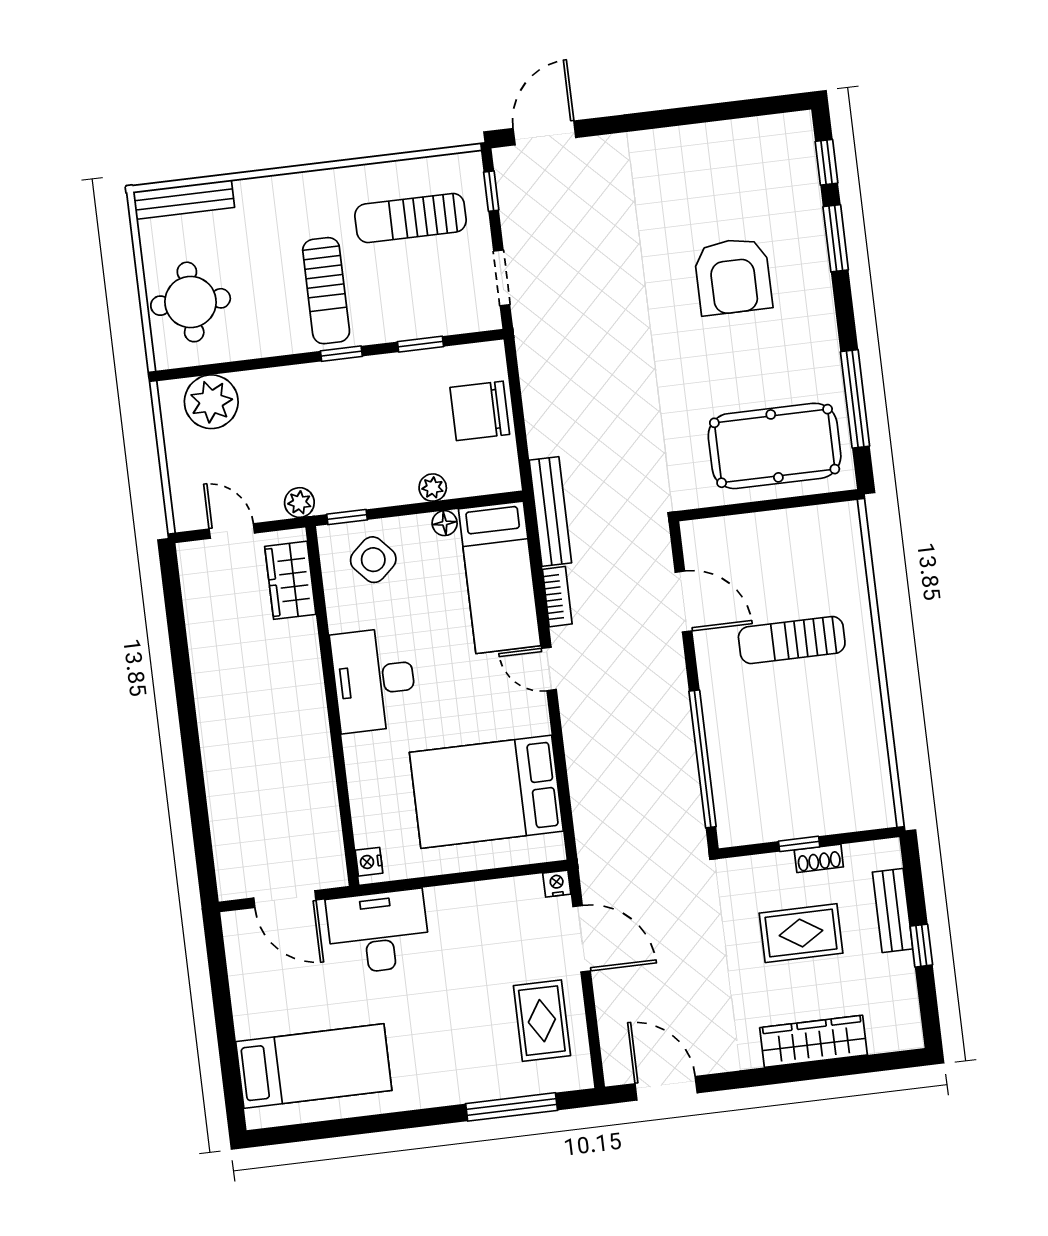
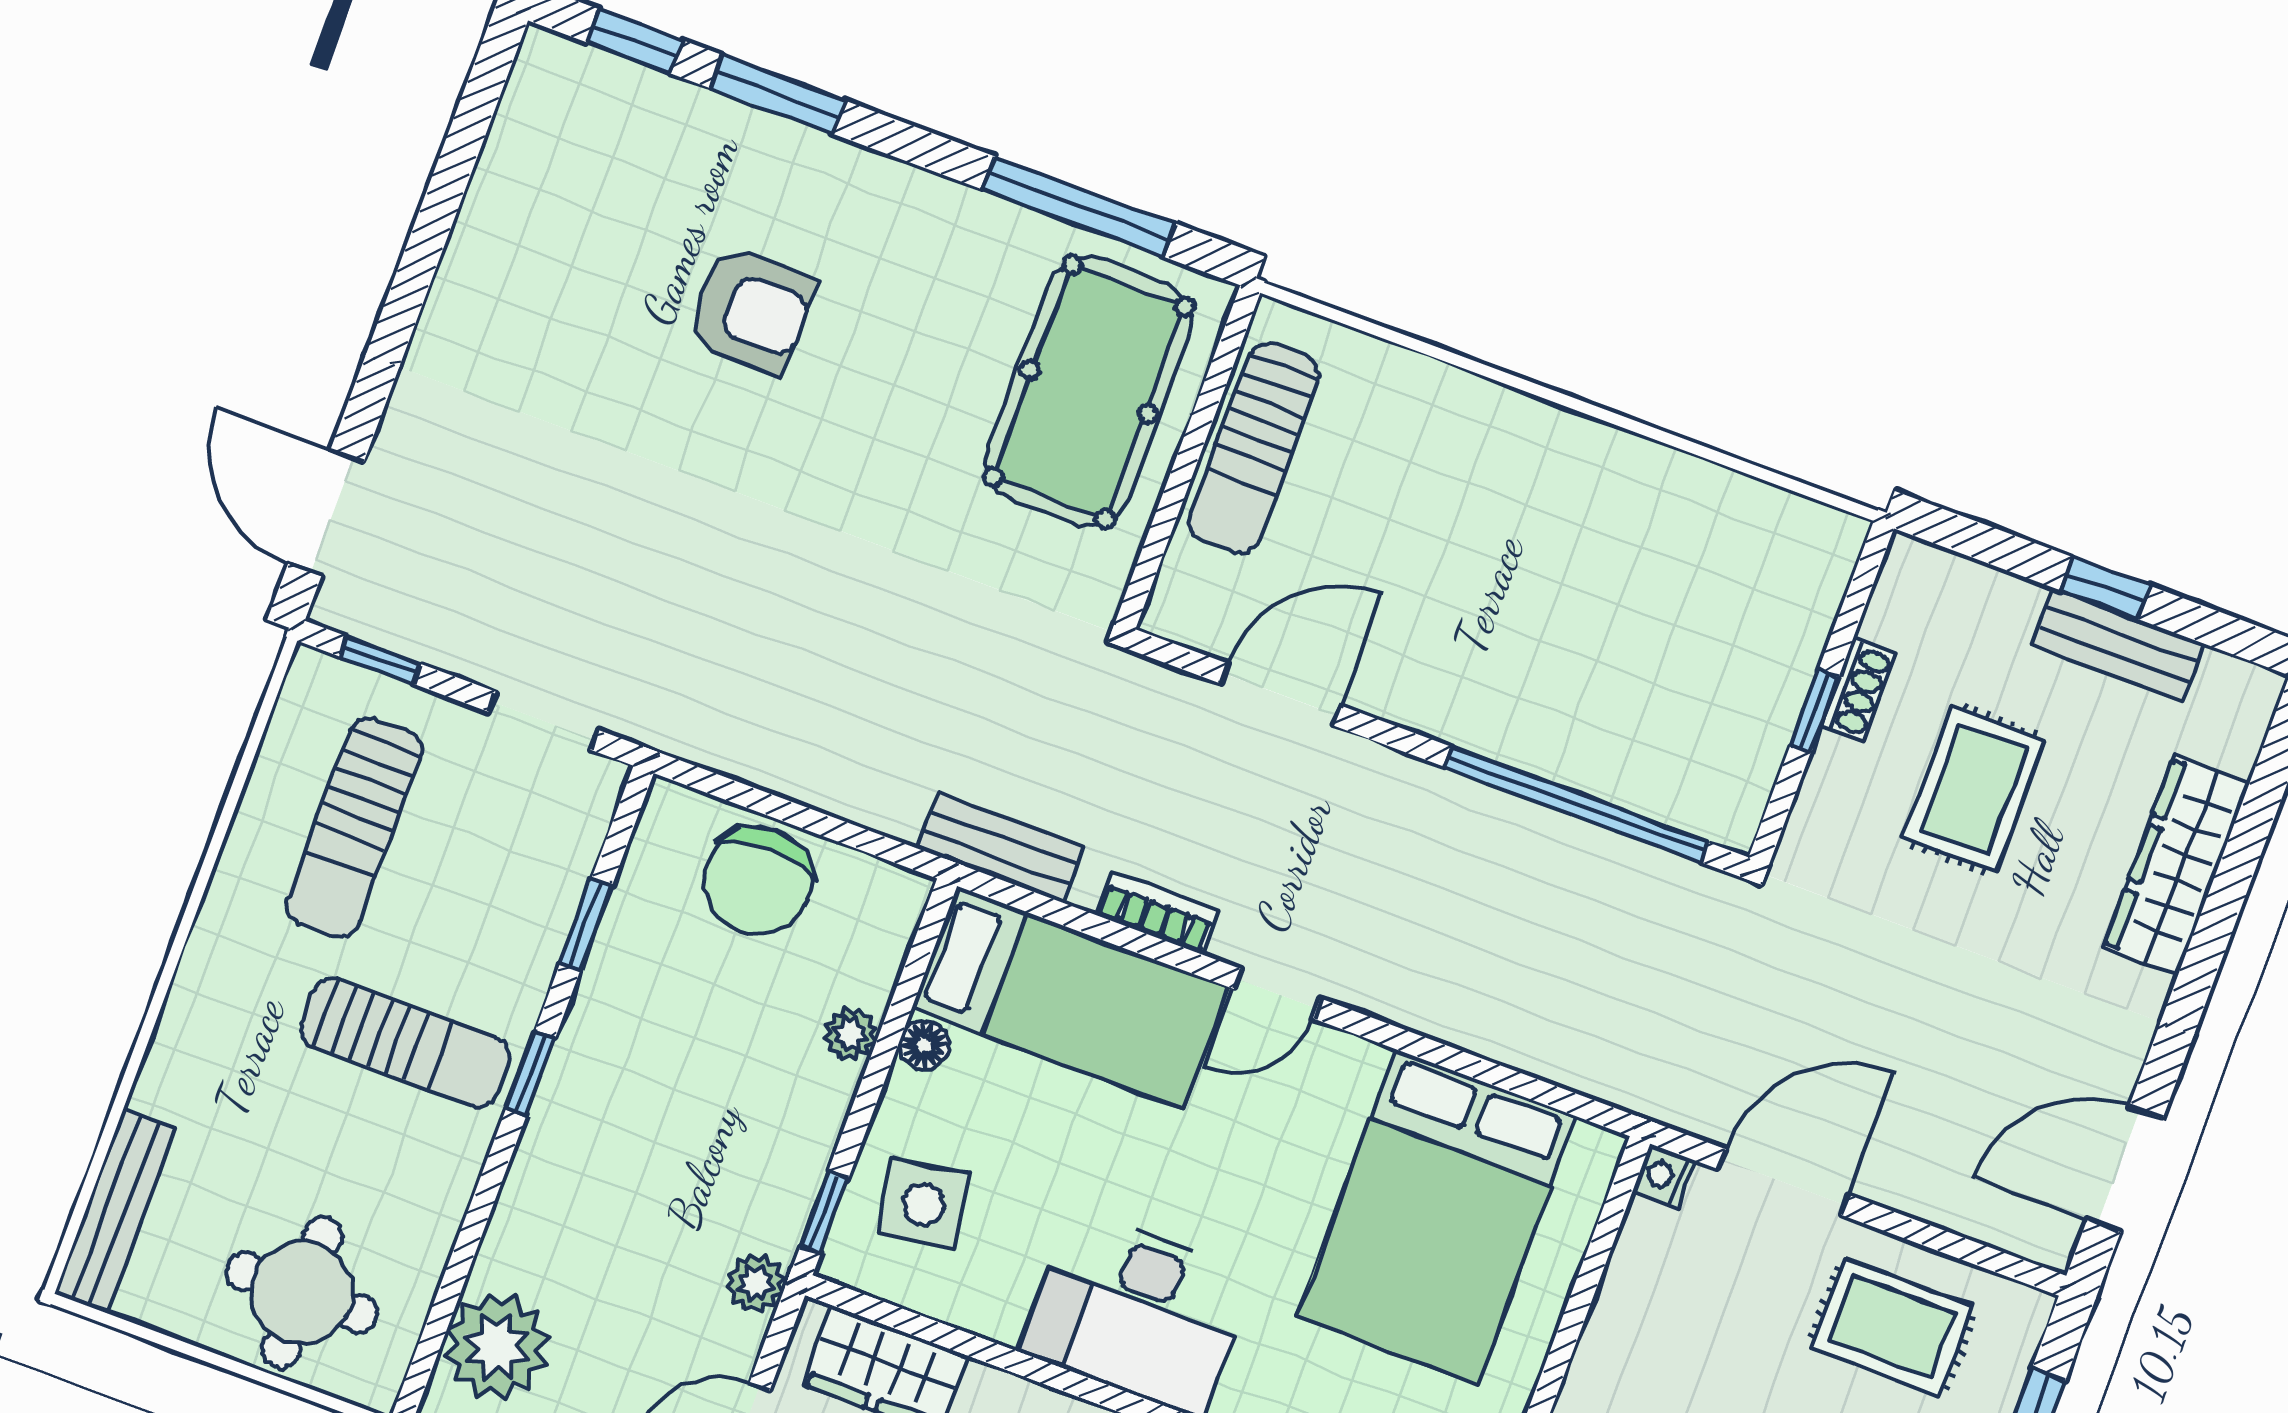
armchair: (733, 276) -> (751, 310), width x0.73, depth x0.73
bench: (550, 512) -> (1000, 848), width x0.73
side table: (373, 560) -> (924, 1205), turned 32
sun lounger: (792, 640) -> (1254, 448), moved
bench: (893, 910) -> (2117, 644), moved

